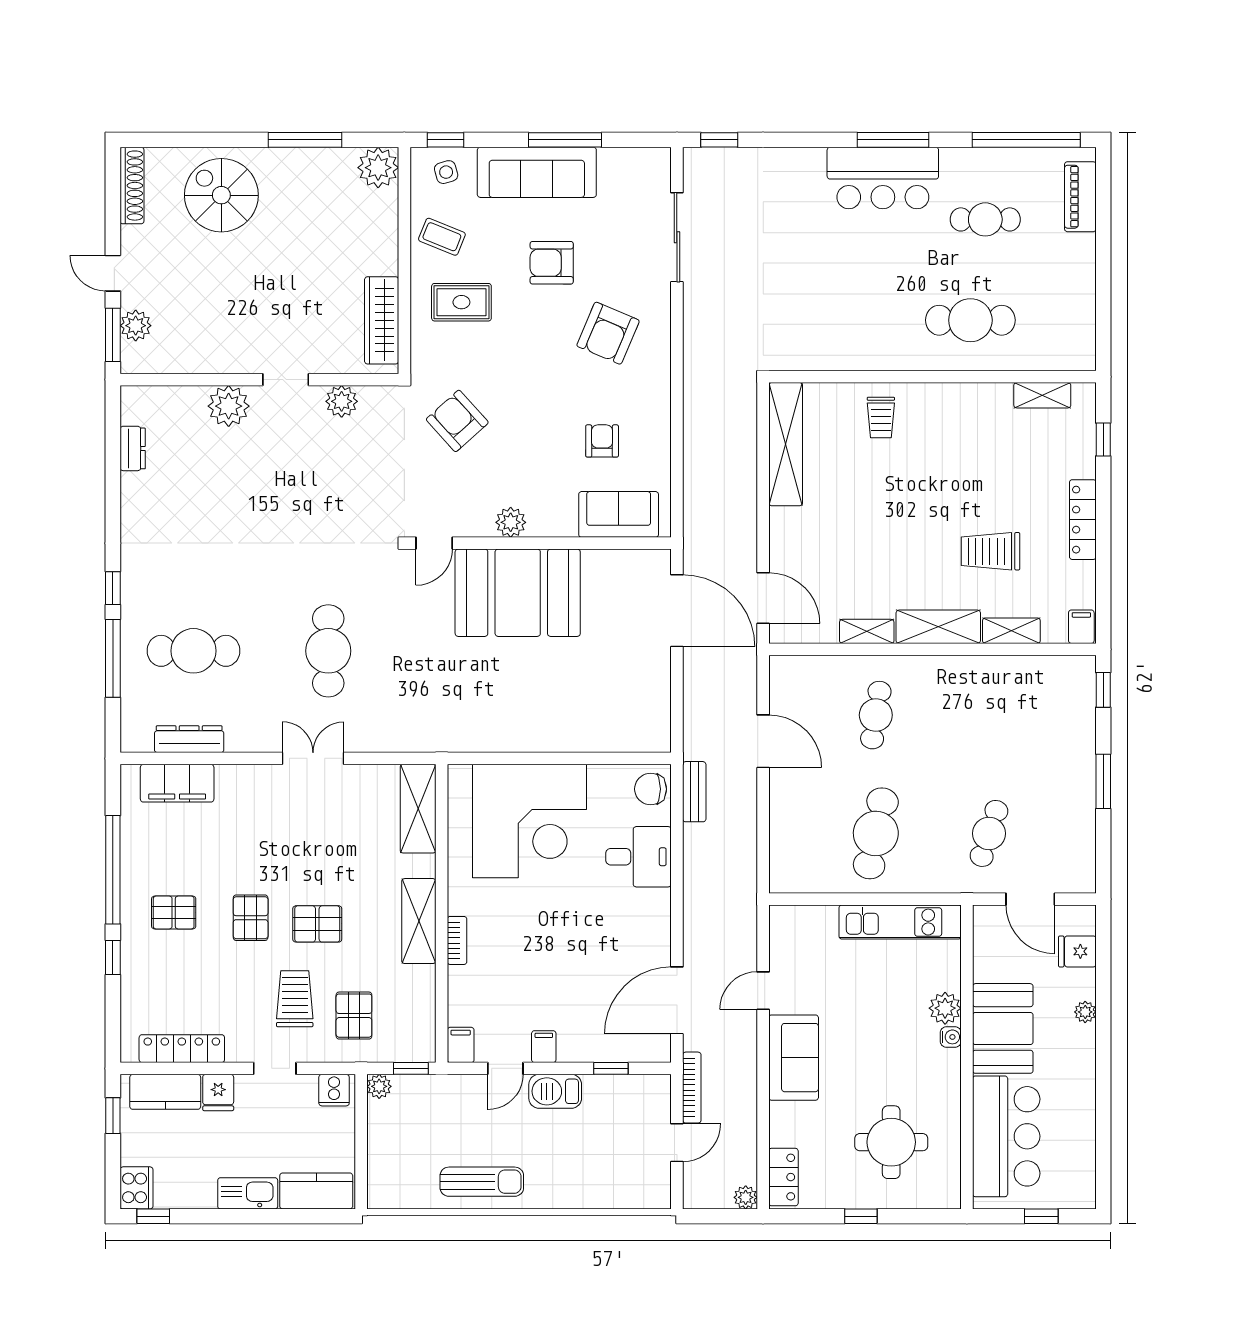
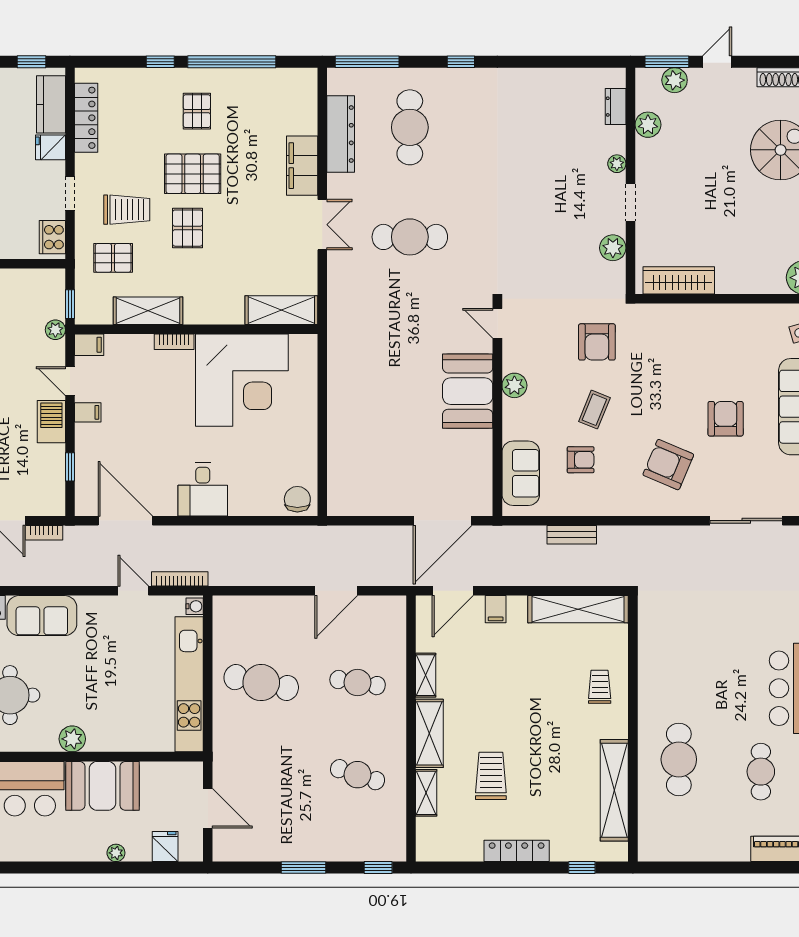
coffee table: (442, 237) -> (594, 410), moved
rug: (461, 302) -> (693, 345), removed
plant: (190, 358) -> (648, 125), added
shelving: (1042, 395) -> (614, 790), width x2.20, depth x1.33
plant: (229, 406) -> (617, 164), width x0.53, depth x0.53
trolley: (881, 418) -> (600, 687), turned 90
armchair: (457, 421) -> (597, 342), turned 132
dresser: (133, 448) -> (616, 107), moved, turned 90
booth: (518, 593) -> (468, 391), width x0.73, depth x0.70
filing cabinet: (1081, 627) -> (496, 609), moved, turned 90
window: (113, 658) -> (367, 62), moved
dresser: (189, 739) -> (341, 134), width x1.37, depth x1.24
filing cabinet: (177, 783) -> (302, 166), moved
bench: (694, 792) -> (572, 535), moved
corner desk: (530, 821) -> (242, 380), moved, turned -90
cafe table: (989, 833) -> (358, 775), moved
desk: (639, 857) -> (203, 489), moved
door: (1030, 899) -> (208, 808), swing flipped
pallet: (251, 918) -> (193, 174), width x1.50, depth x1.42
shelving: (419, 921) -> (148, 311), moved
kitchen unit: (900, 922) -> (189, 684), width x1.36
bookcase: (748, 934) -> (180, 579), added
plant: (945, 1008) -> (72, 739), moved
water cooler: (951, 1037) -> (195, 606), moved, turned -90
sofa: (794, 1058) -> (42, 616), moved
plant: (379, 1086) -> (55, 330), moved
bookcase: (692, 1088) -> (44, 533), width x0.64
cooker: (334, 1090) -> (52, 237), width x1.36

